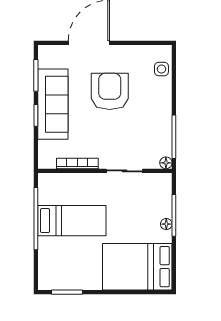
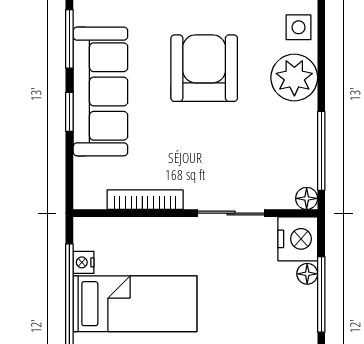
plant: (159, 97) -> (294, 78), added
nightstand: (161, 185) -> (298, 239), added
nightstand: (44, 198) -> (83, 262), added
floor lamp: (166, 224) -> (307, 274), moved

